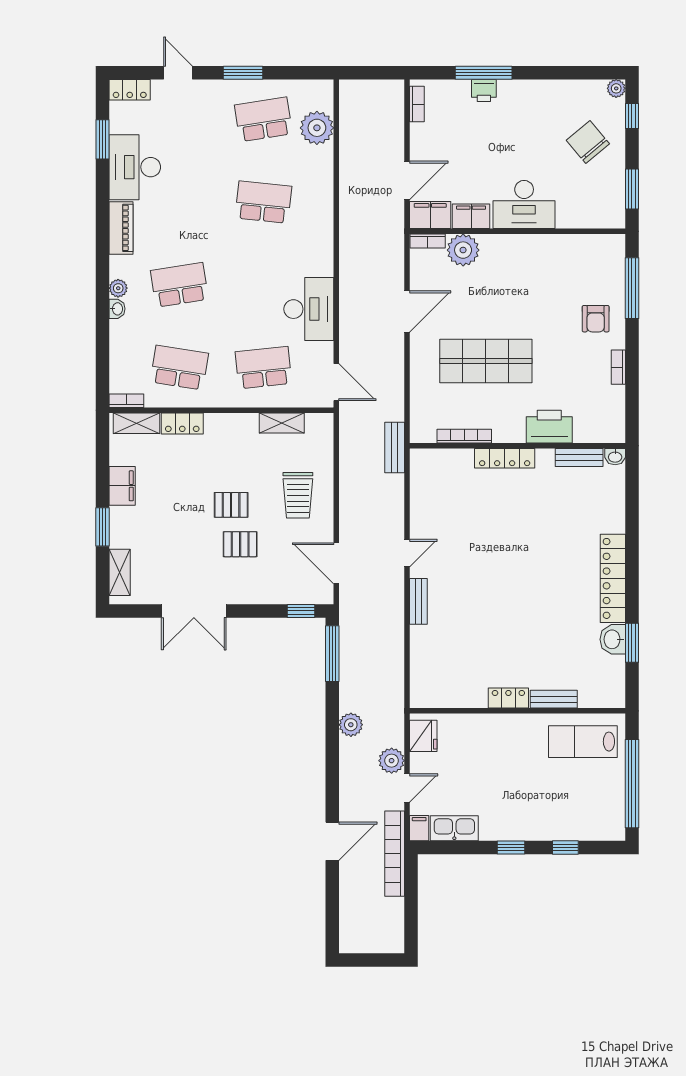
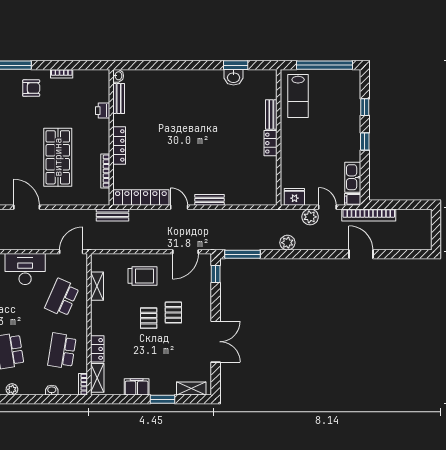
washbasin: (117, 309) -> (52, 390), moved
school desk: (263, 368) -> (62, 298), turned 30
printer: (549, 427) -> (103, 111), width x0.53, depth x0.68
locker: (613, 578) -> (141, 198), moved, turned 180

